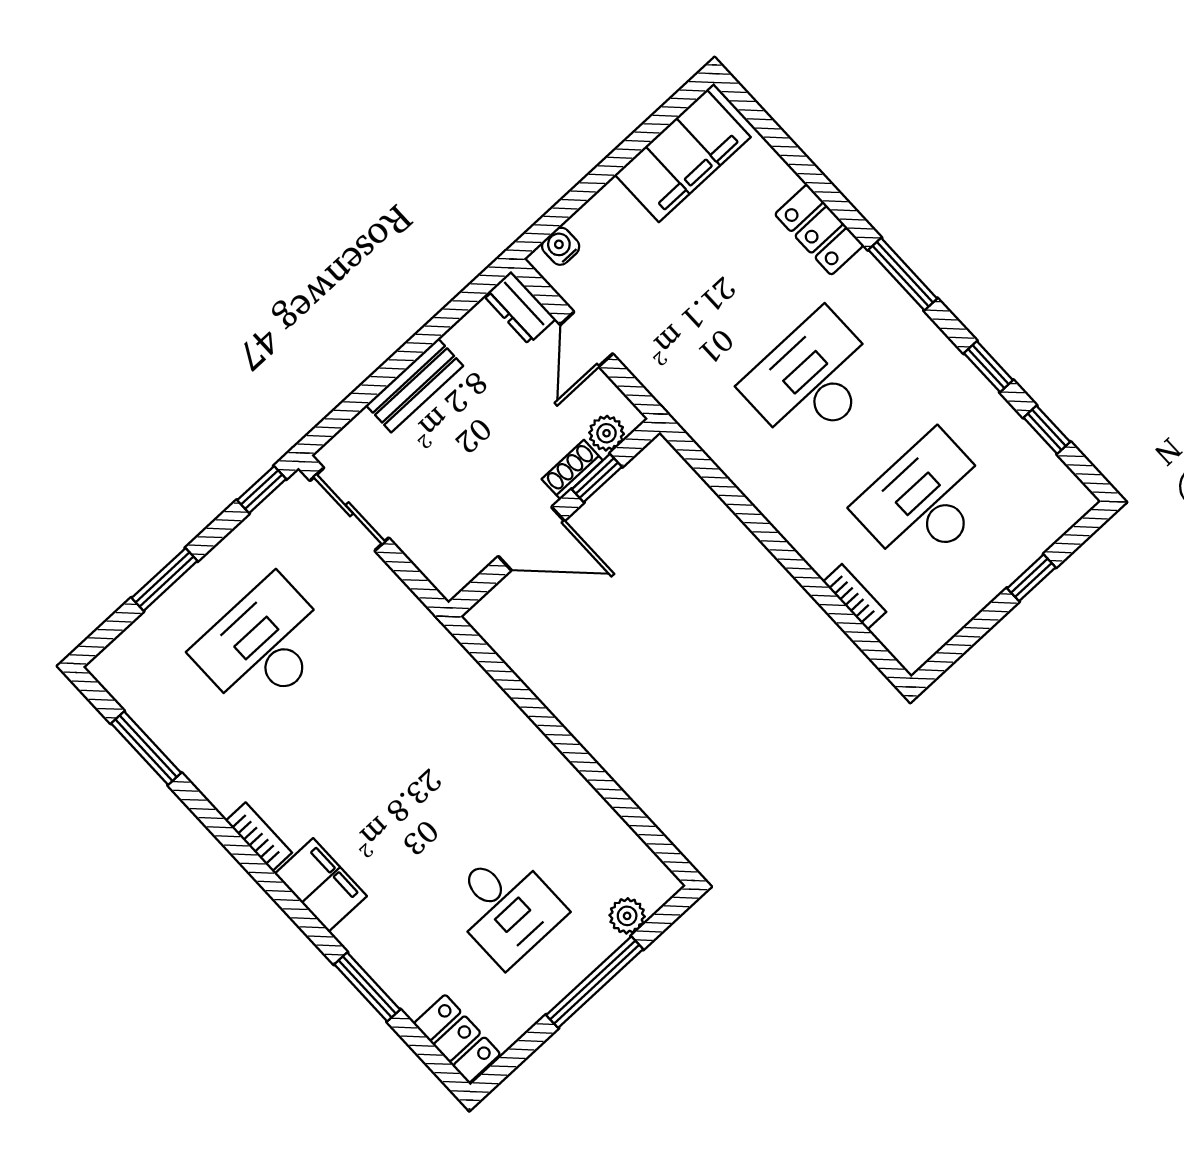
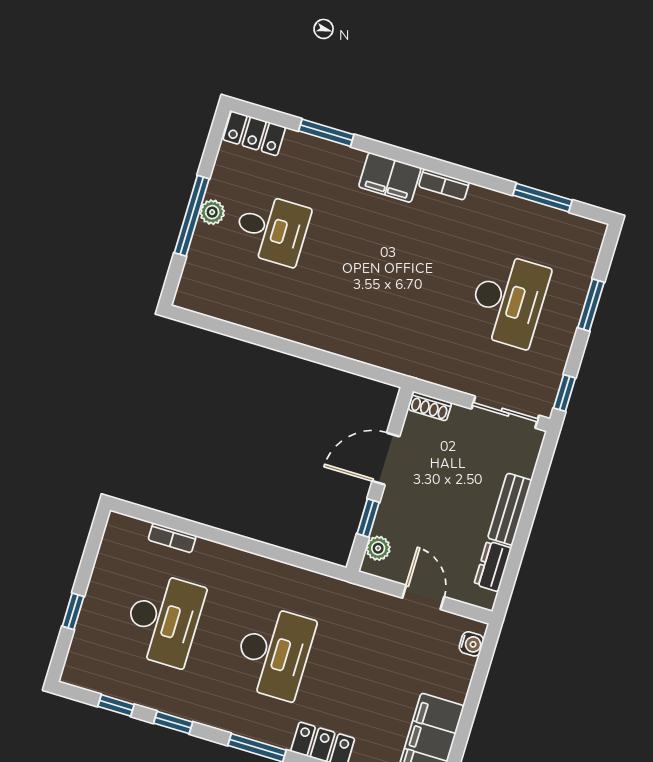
dresser: (520, 308) -> (493, 566), moved, turned -90
shoe rack: (572, 470) -> (430, 406), moved, turned 90
desk: (505, 907) -> (272, 229), turned 180
plant: (627, 916) -> (212, 212), moved

